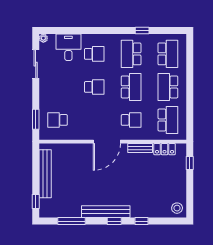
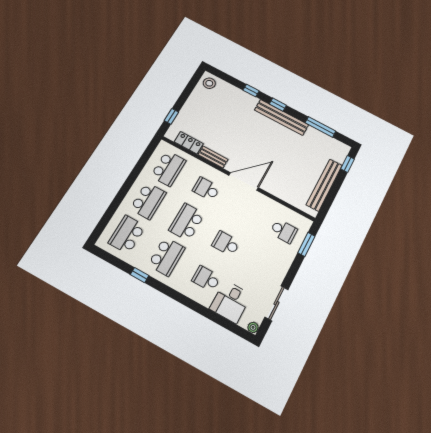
school desk: (168, 120) -> (168, 168), turned 180

